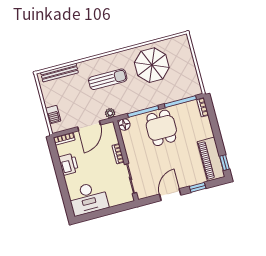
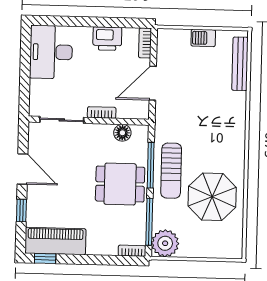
sun lounger: (108, 79) -> (171, 171), moved
plant: (110, 113) -> (165, 243), moved, width x1.87, depth x1.87
barbecue: (53, 115) -> (203, 38), moved
floor lamp: (124, 125) -> (122, 133), moved
door: (89, 126) -> (153, 83), hinge flipped

